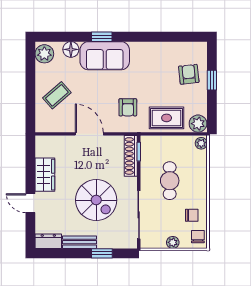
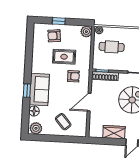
rug: (167, 118) -> (64, 57), moved, turned 90
cafe table: (170, 181) -> (112, 47), moved

